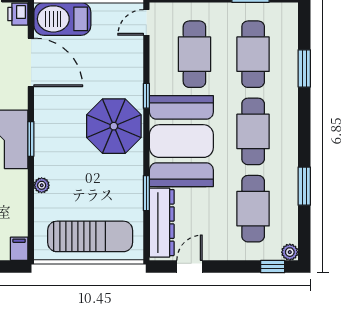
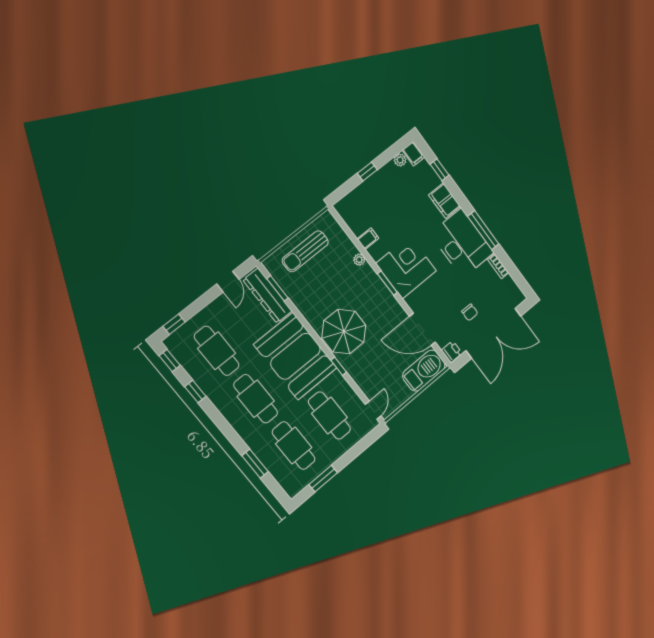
window: (304, 186) -> (195, 392), width x0.67
window: (146, 193) -> (277, 288), moved
window: (304, 235) -> (170, 360), added
sun lounger: (90, 236) -> (305, 251), width x0.73, depth x0.75
filing cabinet: (19, 249) -> (368, 239), moved, turned -90
plant: (290, 252) -> (170, 342), removed

